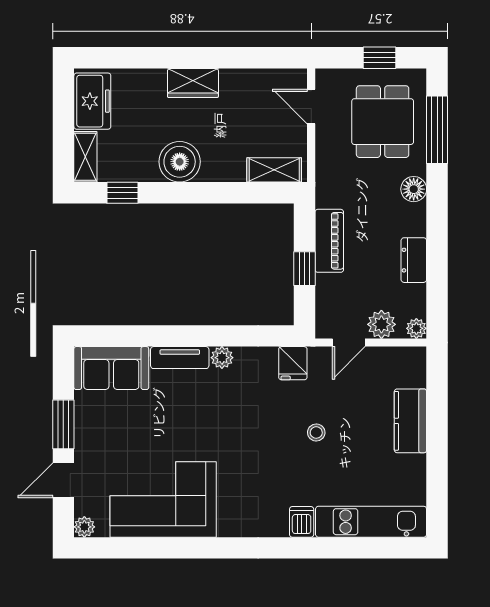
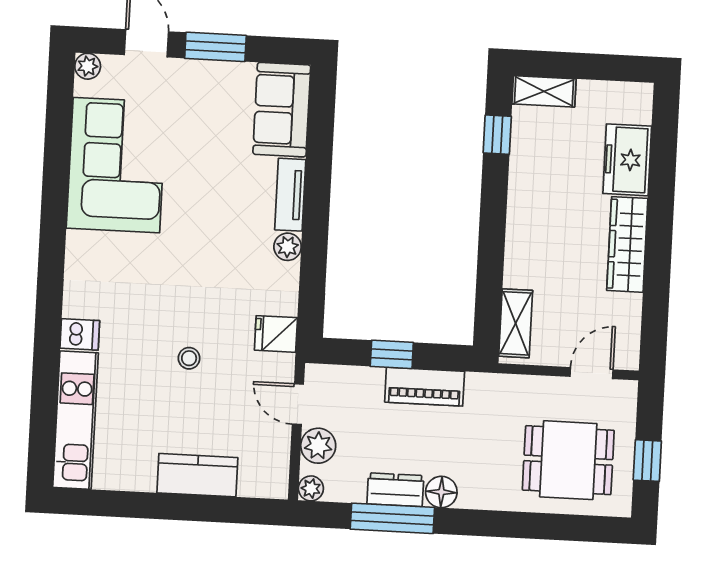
wardrobe: (193, 83) -> (627, 244), width x1.50
freezer: (92, 101) -> (627, 160), moved, turned 90
window: (437, 130) -> (392, 518), moved
boiler: (180, 162) -> (532, 207), removed
floor lamp: (414, 189) -> (441, 492), moved

